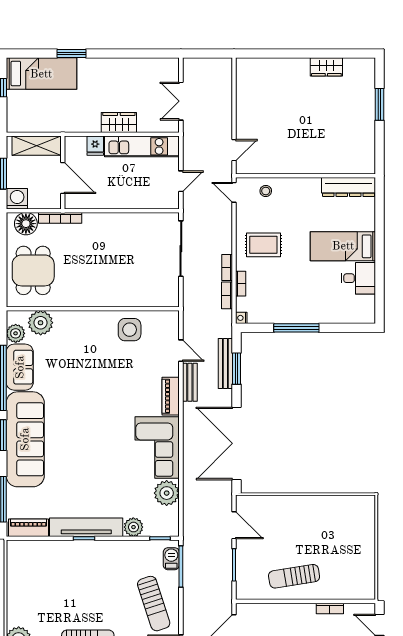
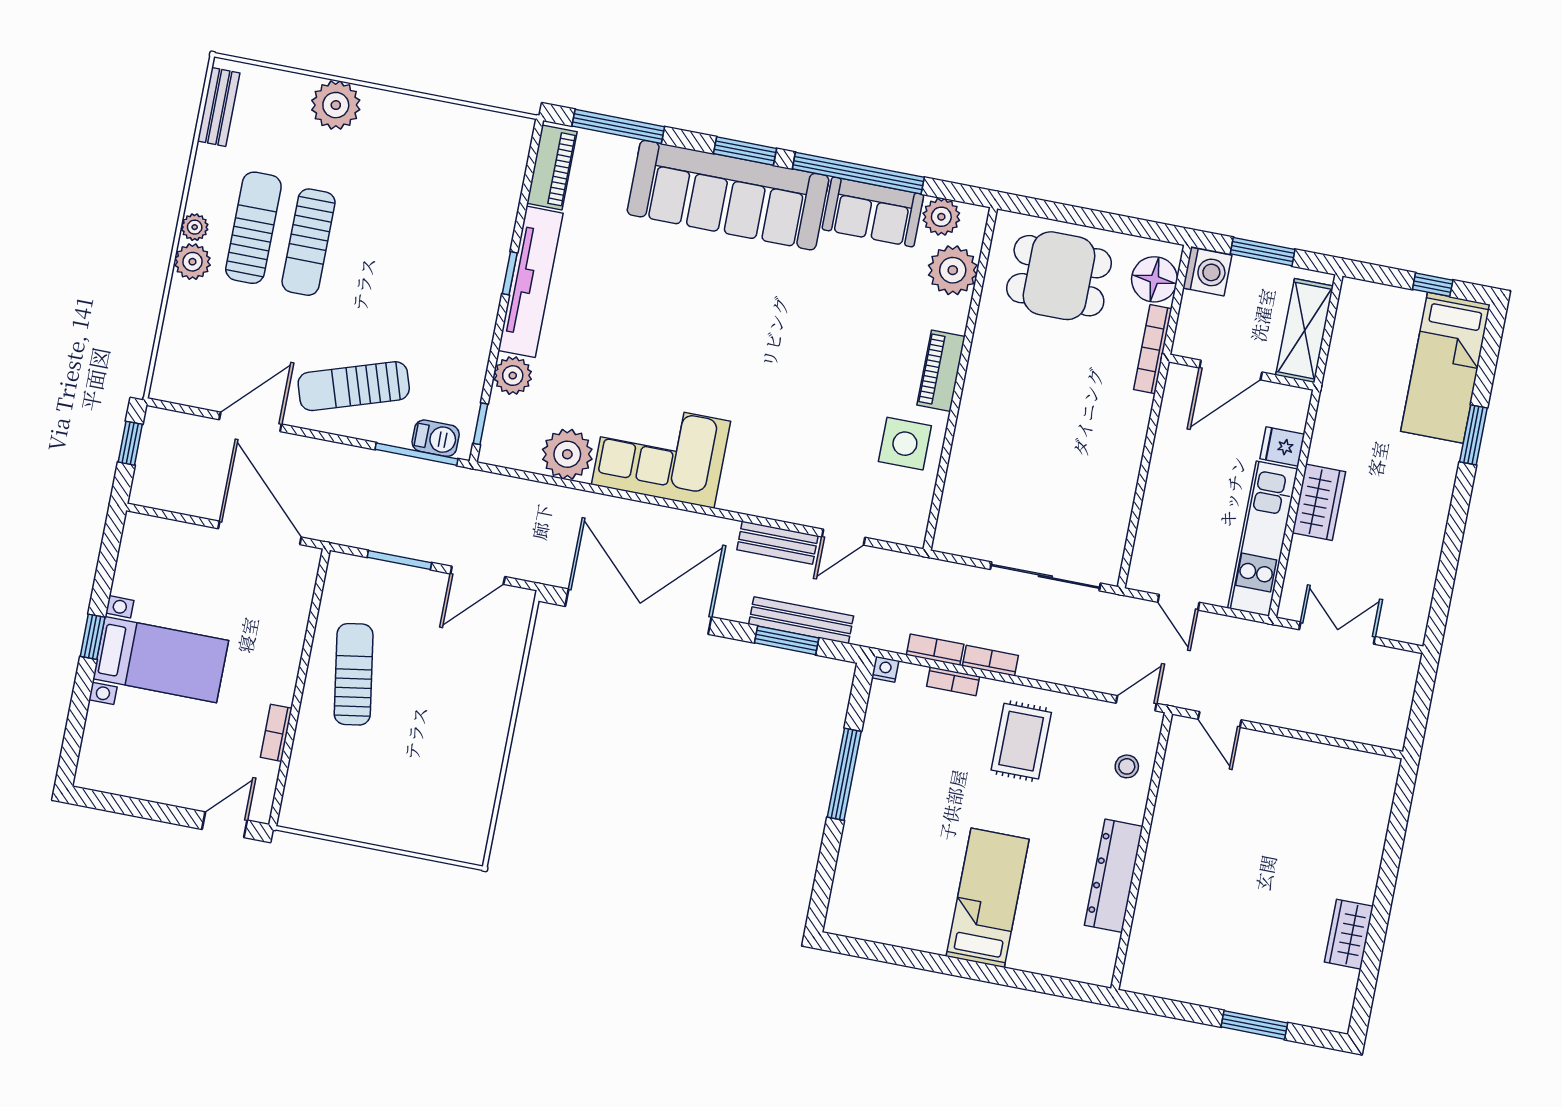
dresser: (349, 187) -> (1114, 876), moved
desk: (358, 278) -> (919, 916), removed
piano: (171, 396) -> (941, 371), moved, turned -90

